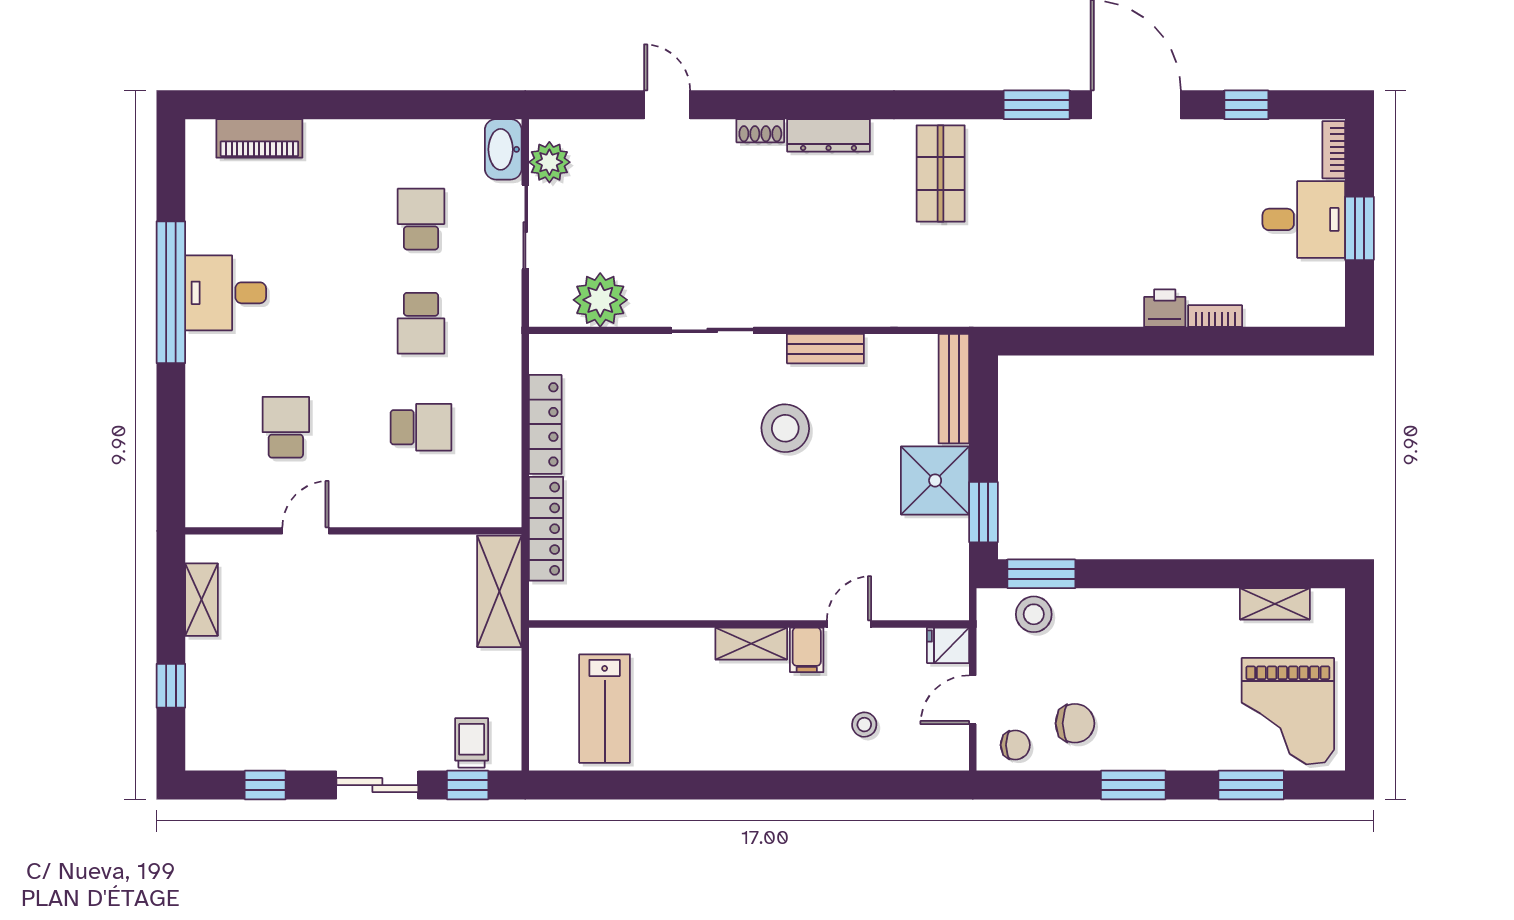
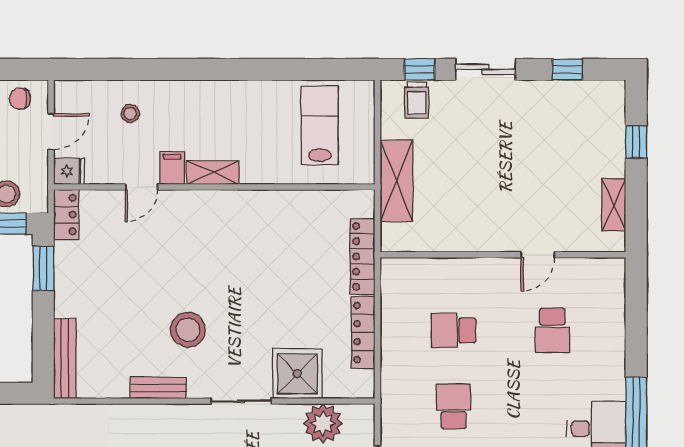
shower: (935, 480) -> (297, 374), moved
locker: (952, 586) -> (66, 215), added
shelving: (499, 591) -> (396, 181), moved

